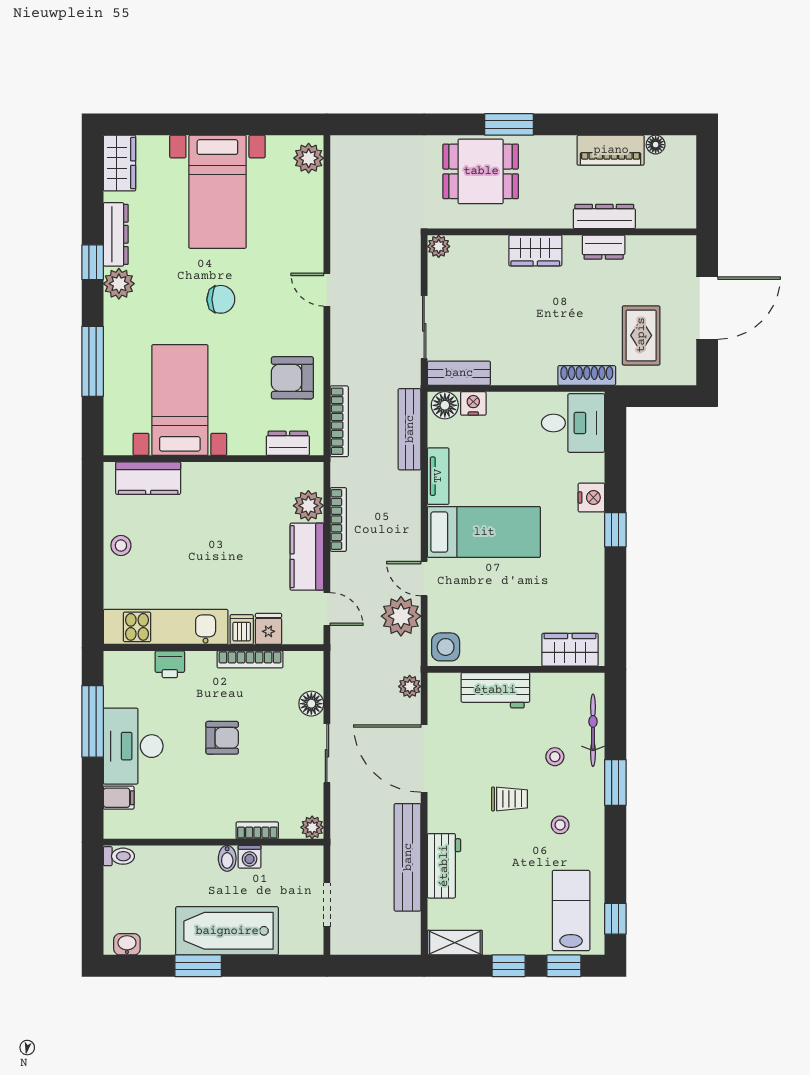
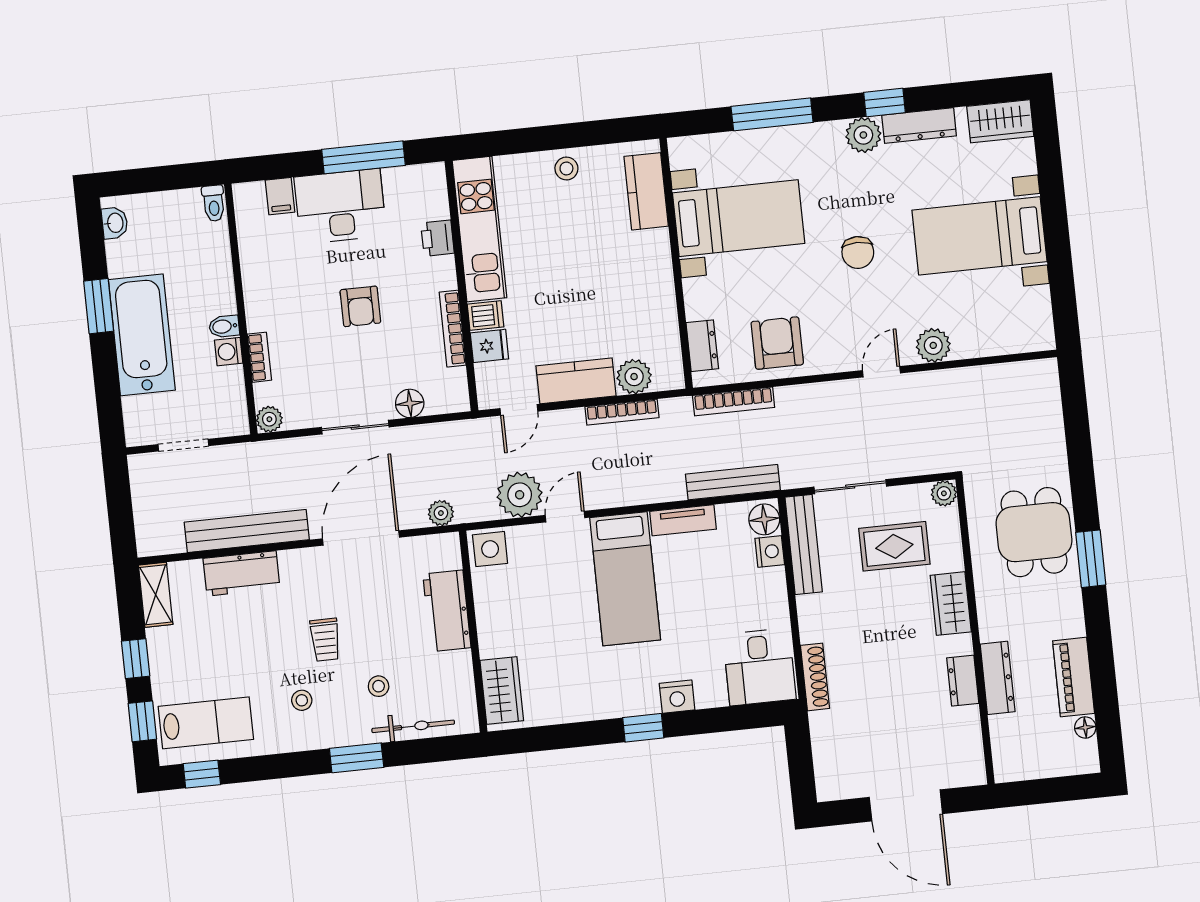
plant: (309, 158) -> (933, 345), moved
rug: (641, 335) -> (894, 546), moved
bench: (459, 373) -> (804, 545), width x1.36

